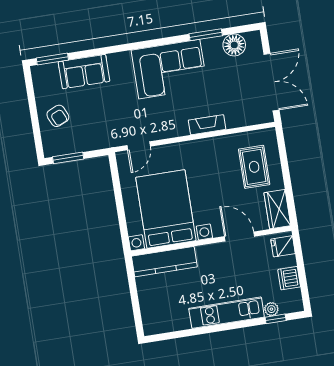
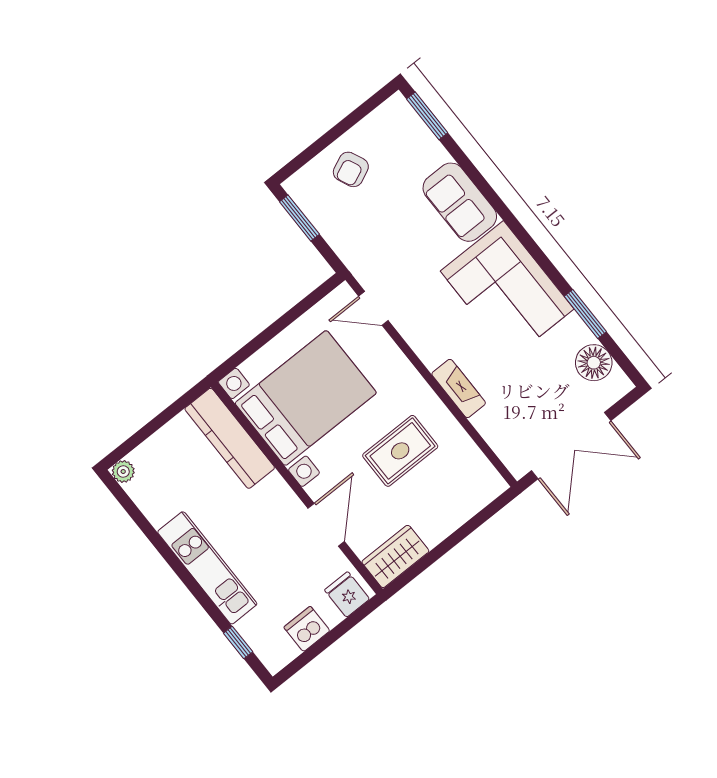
sofa: (84, 72) -> (460, 202), moved
rug: (254, 167) -> (400, 451), moved
plant: (271, 309) -> (123, 472), moved

